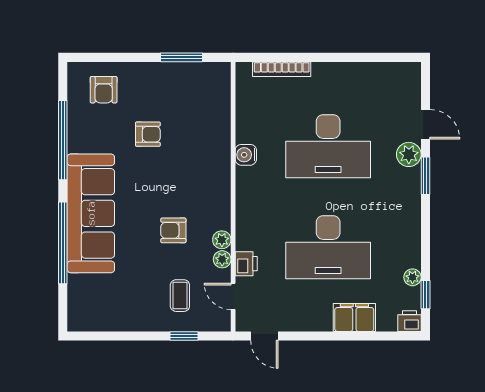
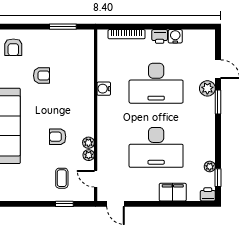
water cooler: (358, 72) -> (175, 36), added
printer: (246, 264) -> (160, 36), moved, turned 90

